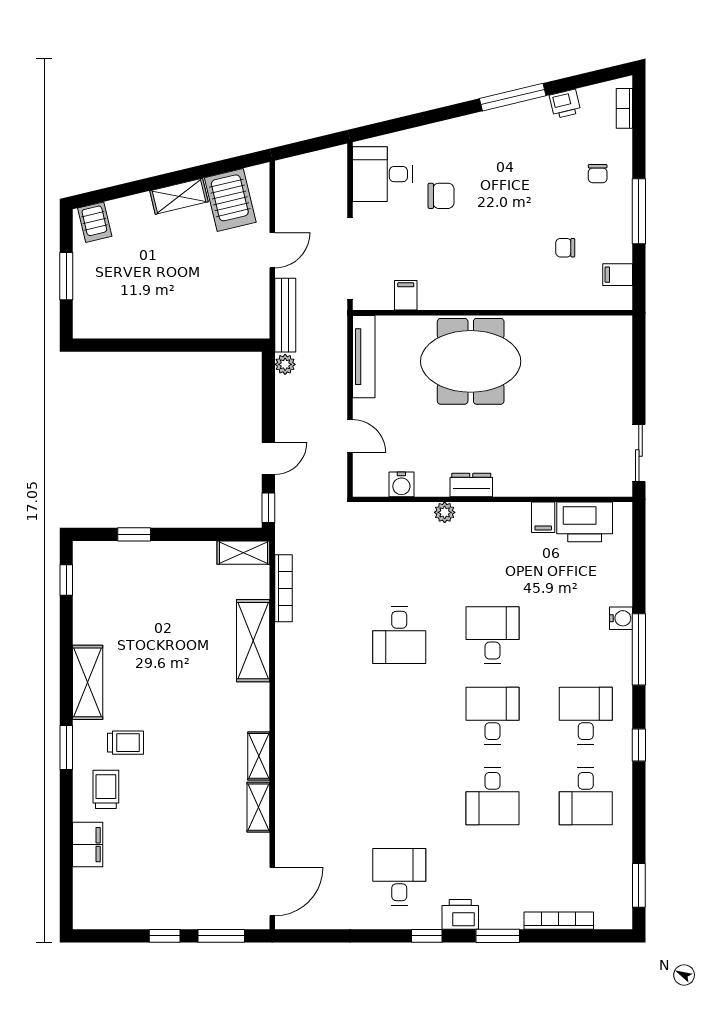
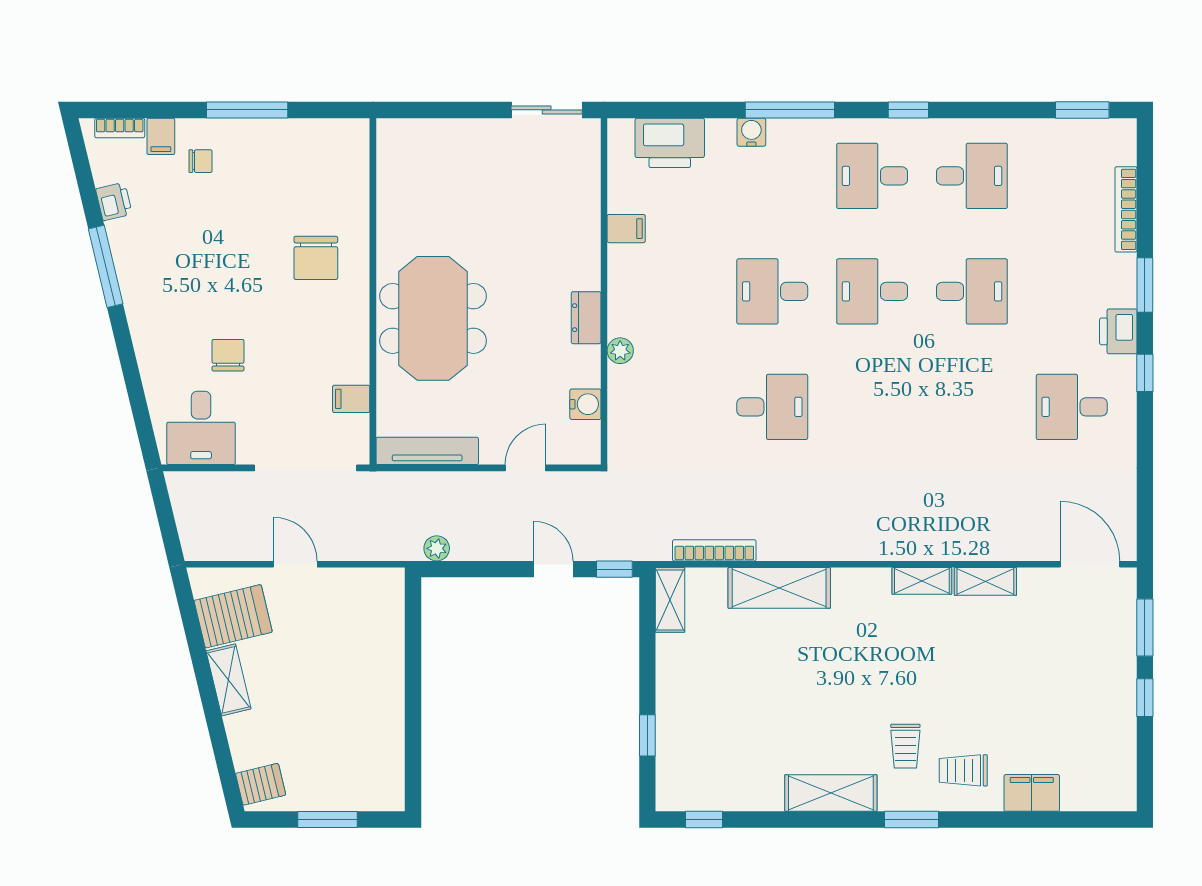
chair: (565, 248) -> (316, 258), moved, width x1.87, depth x1.87
filing cabinet: (618, 275) -> (161, 136), moved
bench: (285, 315) -> (376, 548), removed
printer: (585, 522) -> (670, 143), moved, turned 90
trolley: (125, 743) -> (905, 746), turned 180

